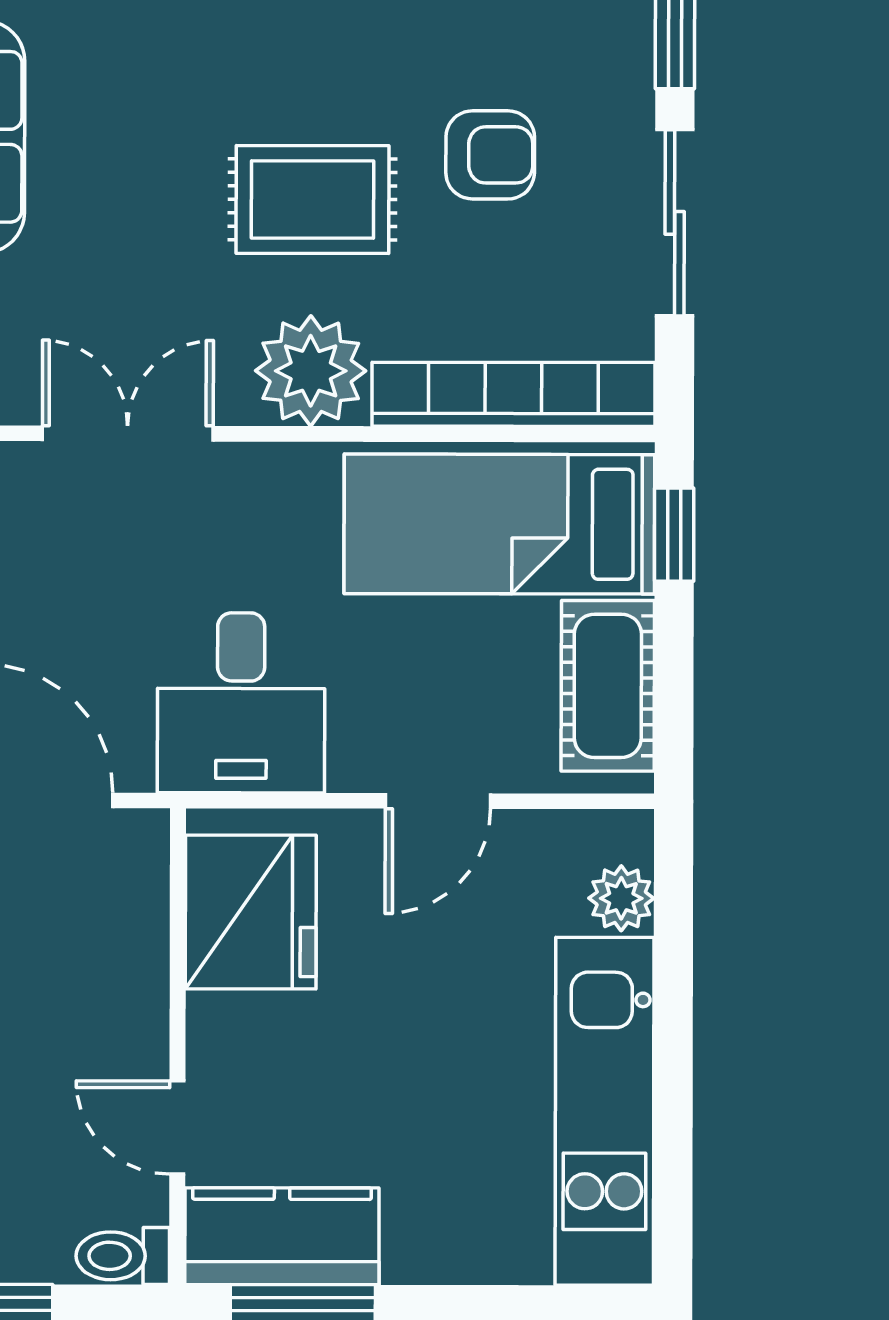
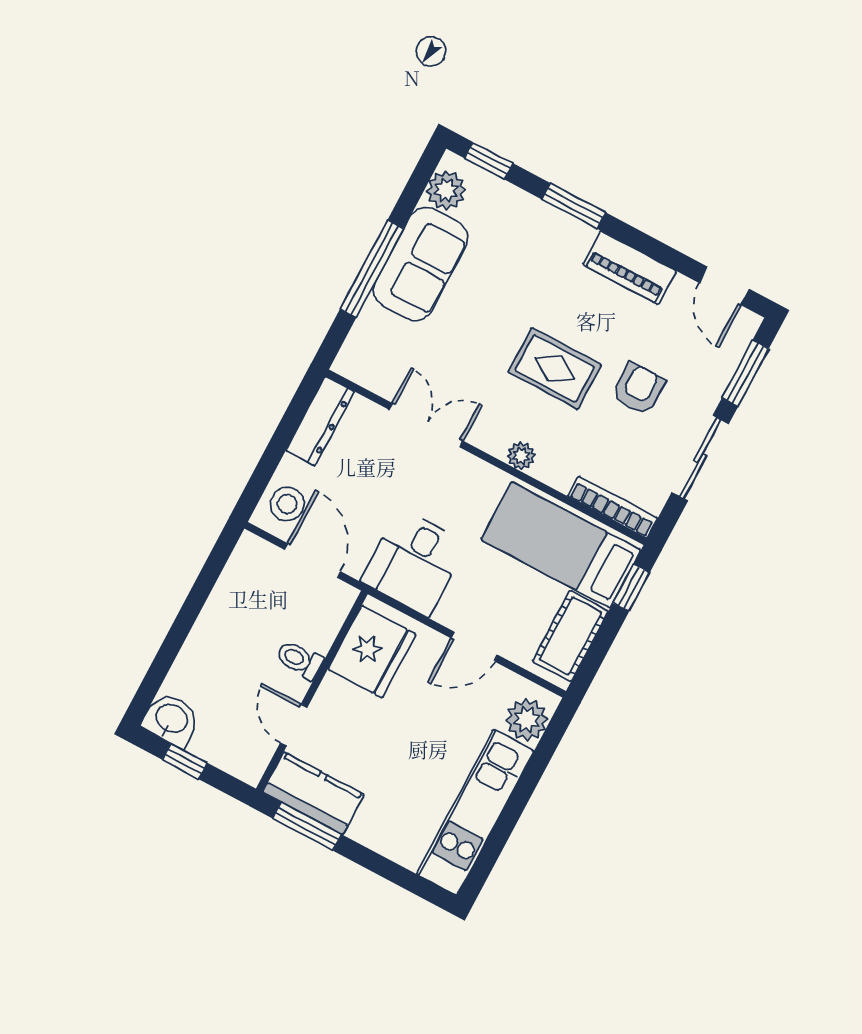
armchair: (490, 155) -> (638, 389), turned -90
plant: (311, 371) -> (521, 456), width x0.53, depth x0.53
bookcase: (513, 394) -> (613, 507), width x0.68, depth x0.76
plant: (621, 898) -> (527, 720), width x1.38, depth x1.38
toilet: (123, 1256) -> (300, 660), moved

